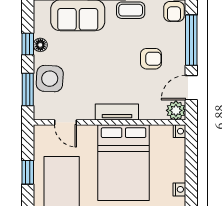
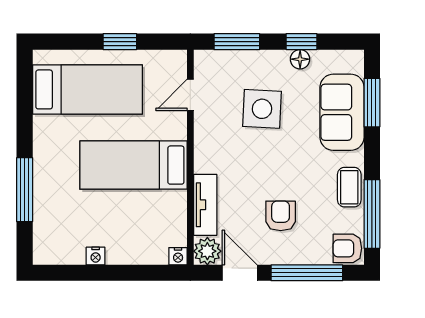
armchair: (151, 59) -> (281, 216), turned 180
side table: (50, 79) -> (262, 109), moved
tv unit: (117, 112) -> (205, 205), moved
bed: (124, 163) -> (133, 165), width x0.67

